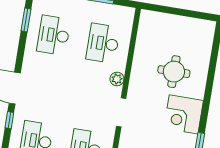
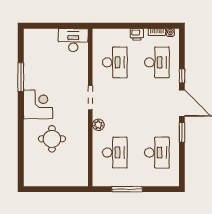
window: (26, 20) -> (182, 132), moved

